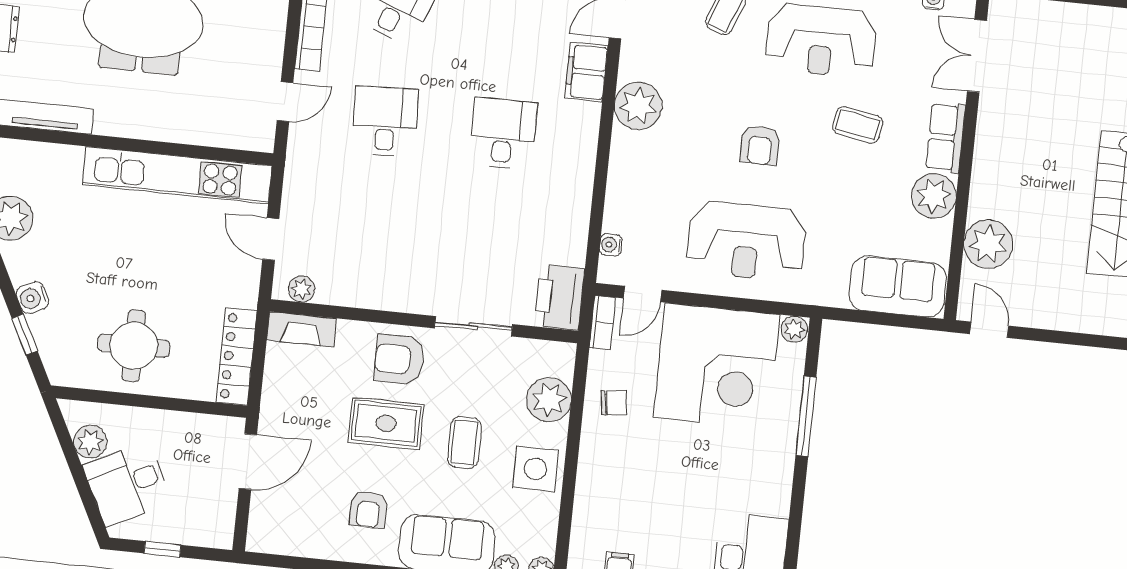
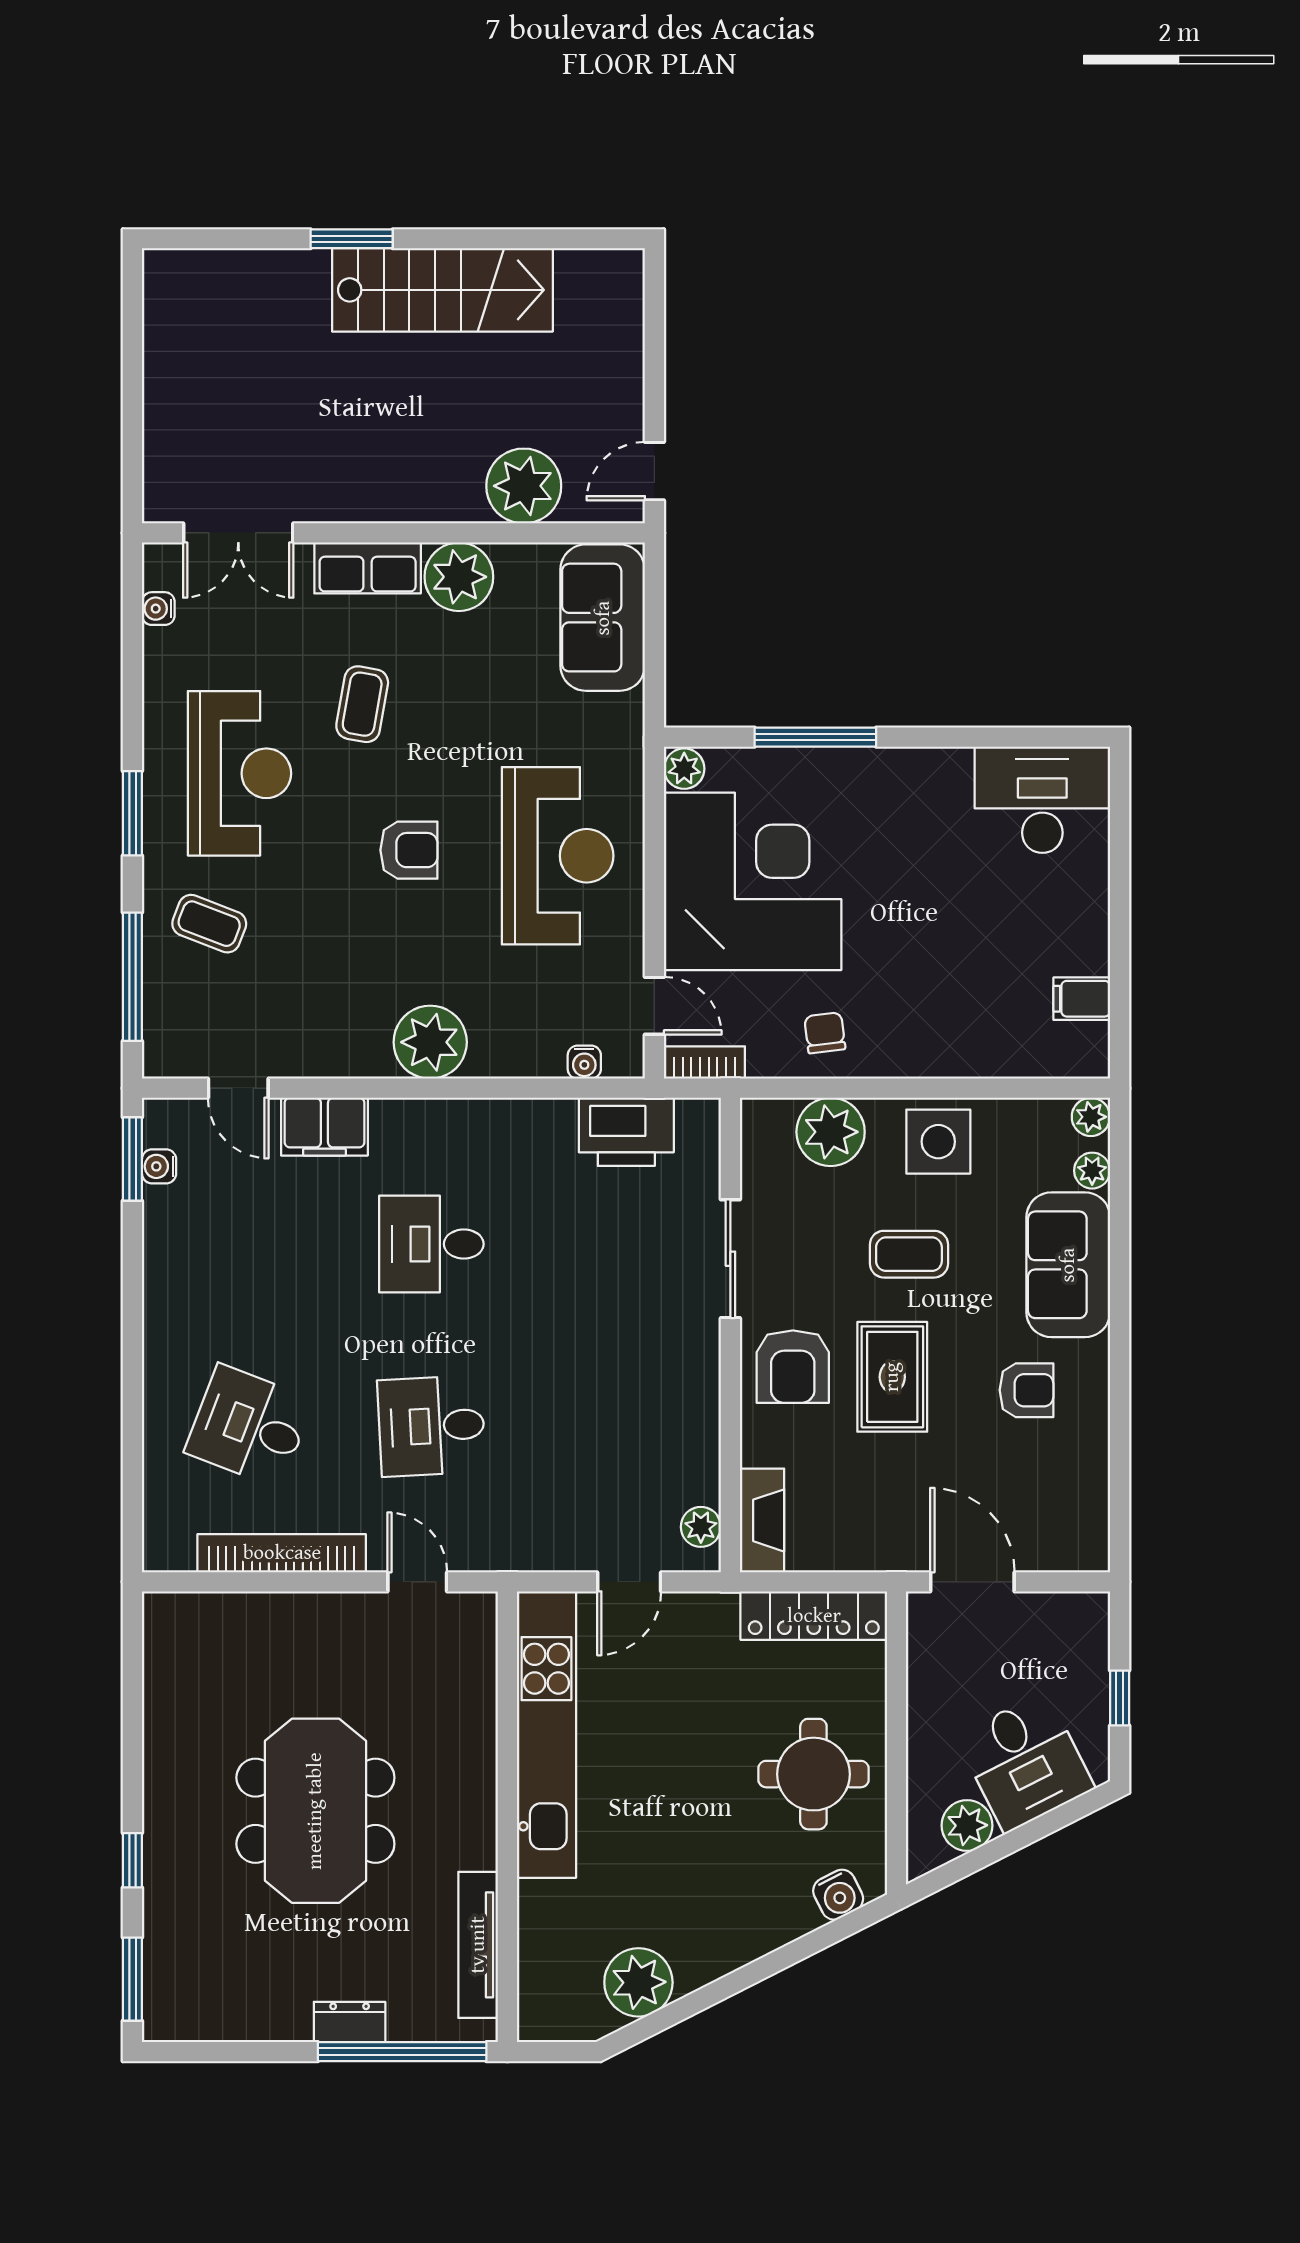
plant: (638, 106) -> (430, 1042), moved
printer: (560, 297) -> (626, 1132), moved
water cooler: (32, 298) -> (838, 1895), moved
window: (25, 335) -> (814, 1942), removed

